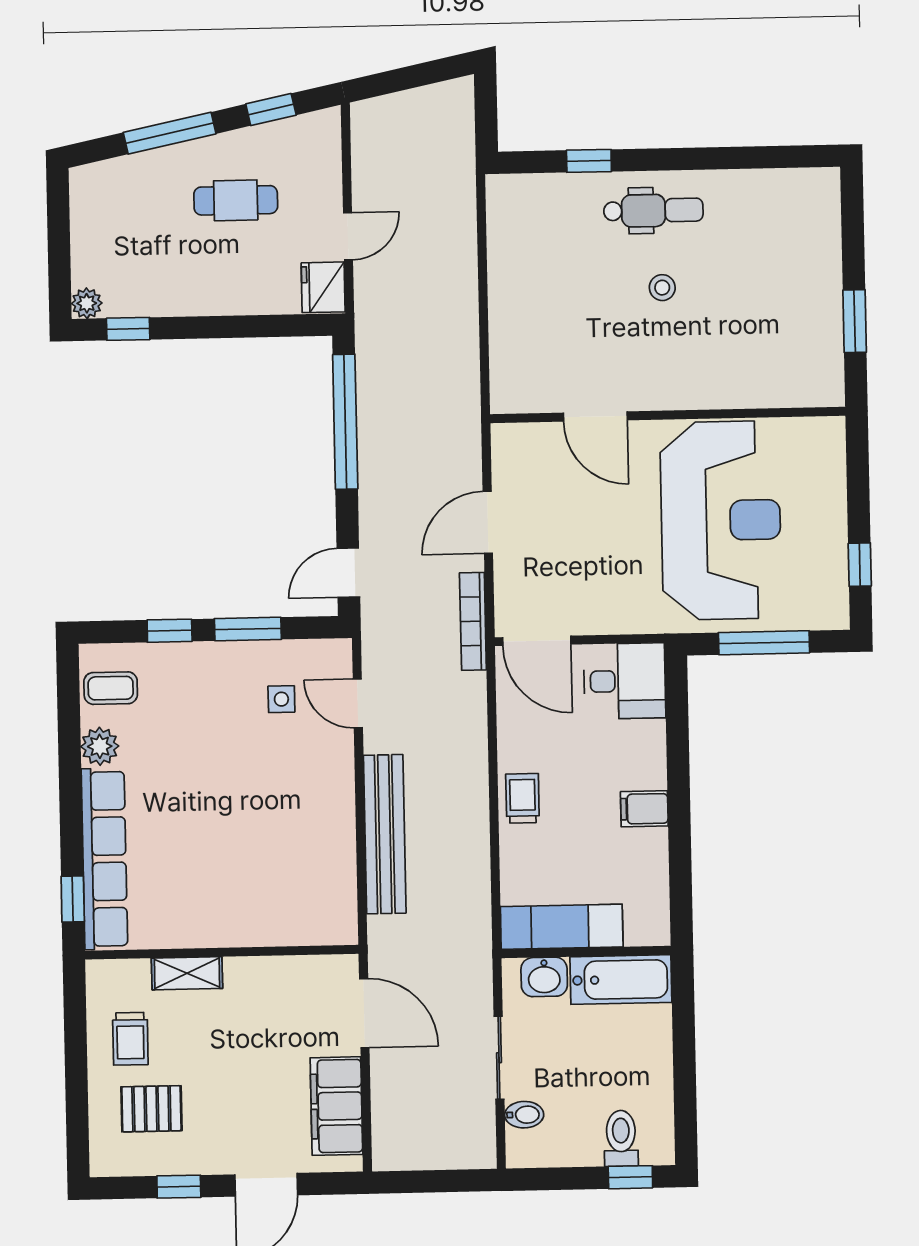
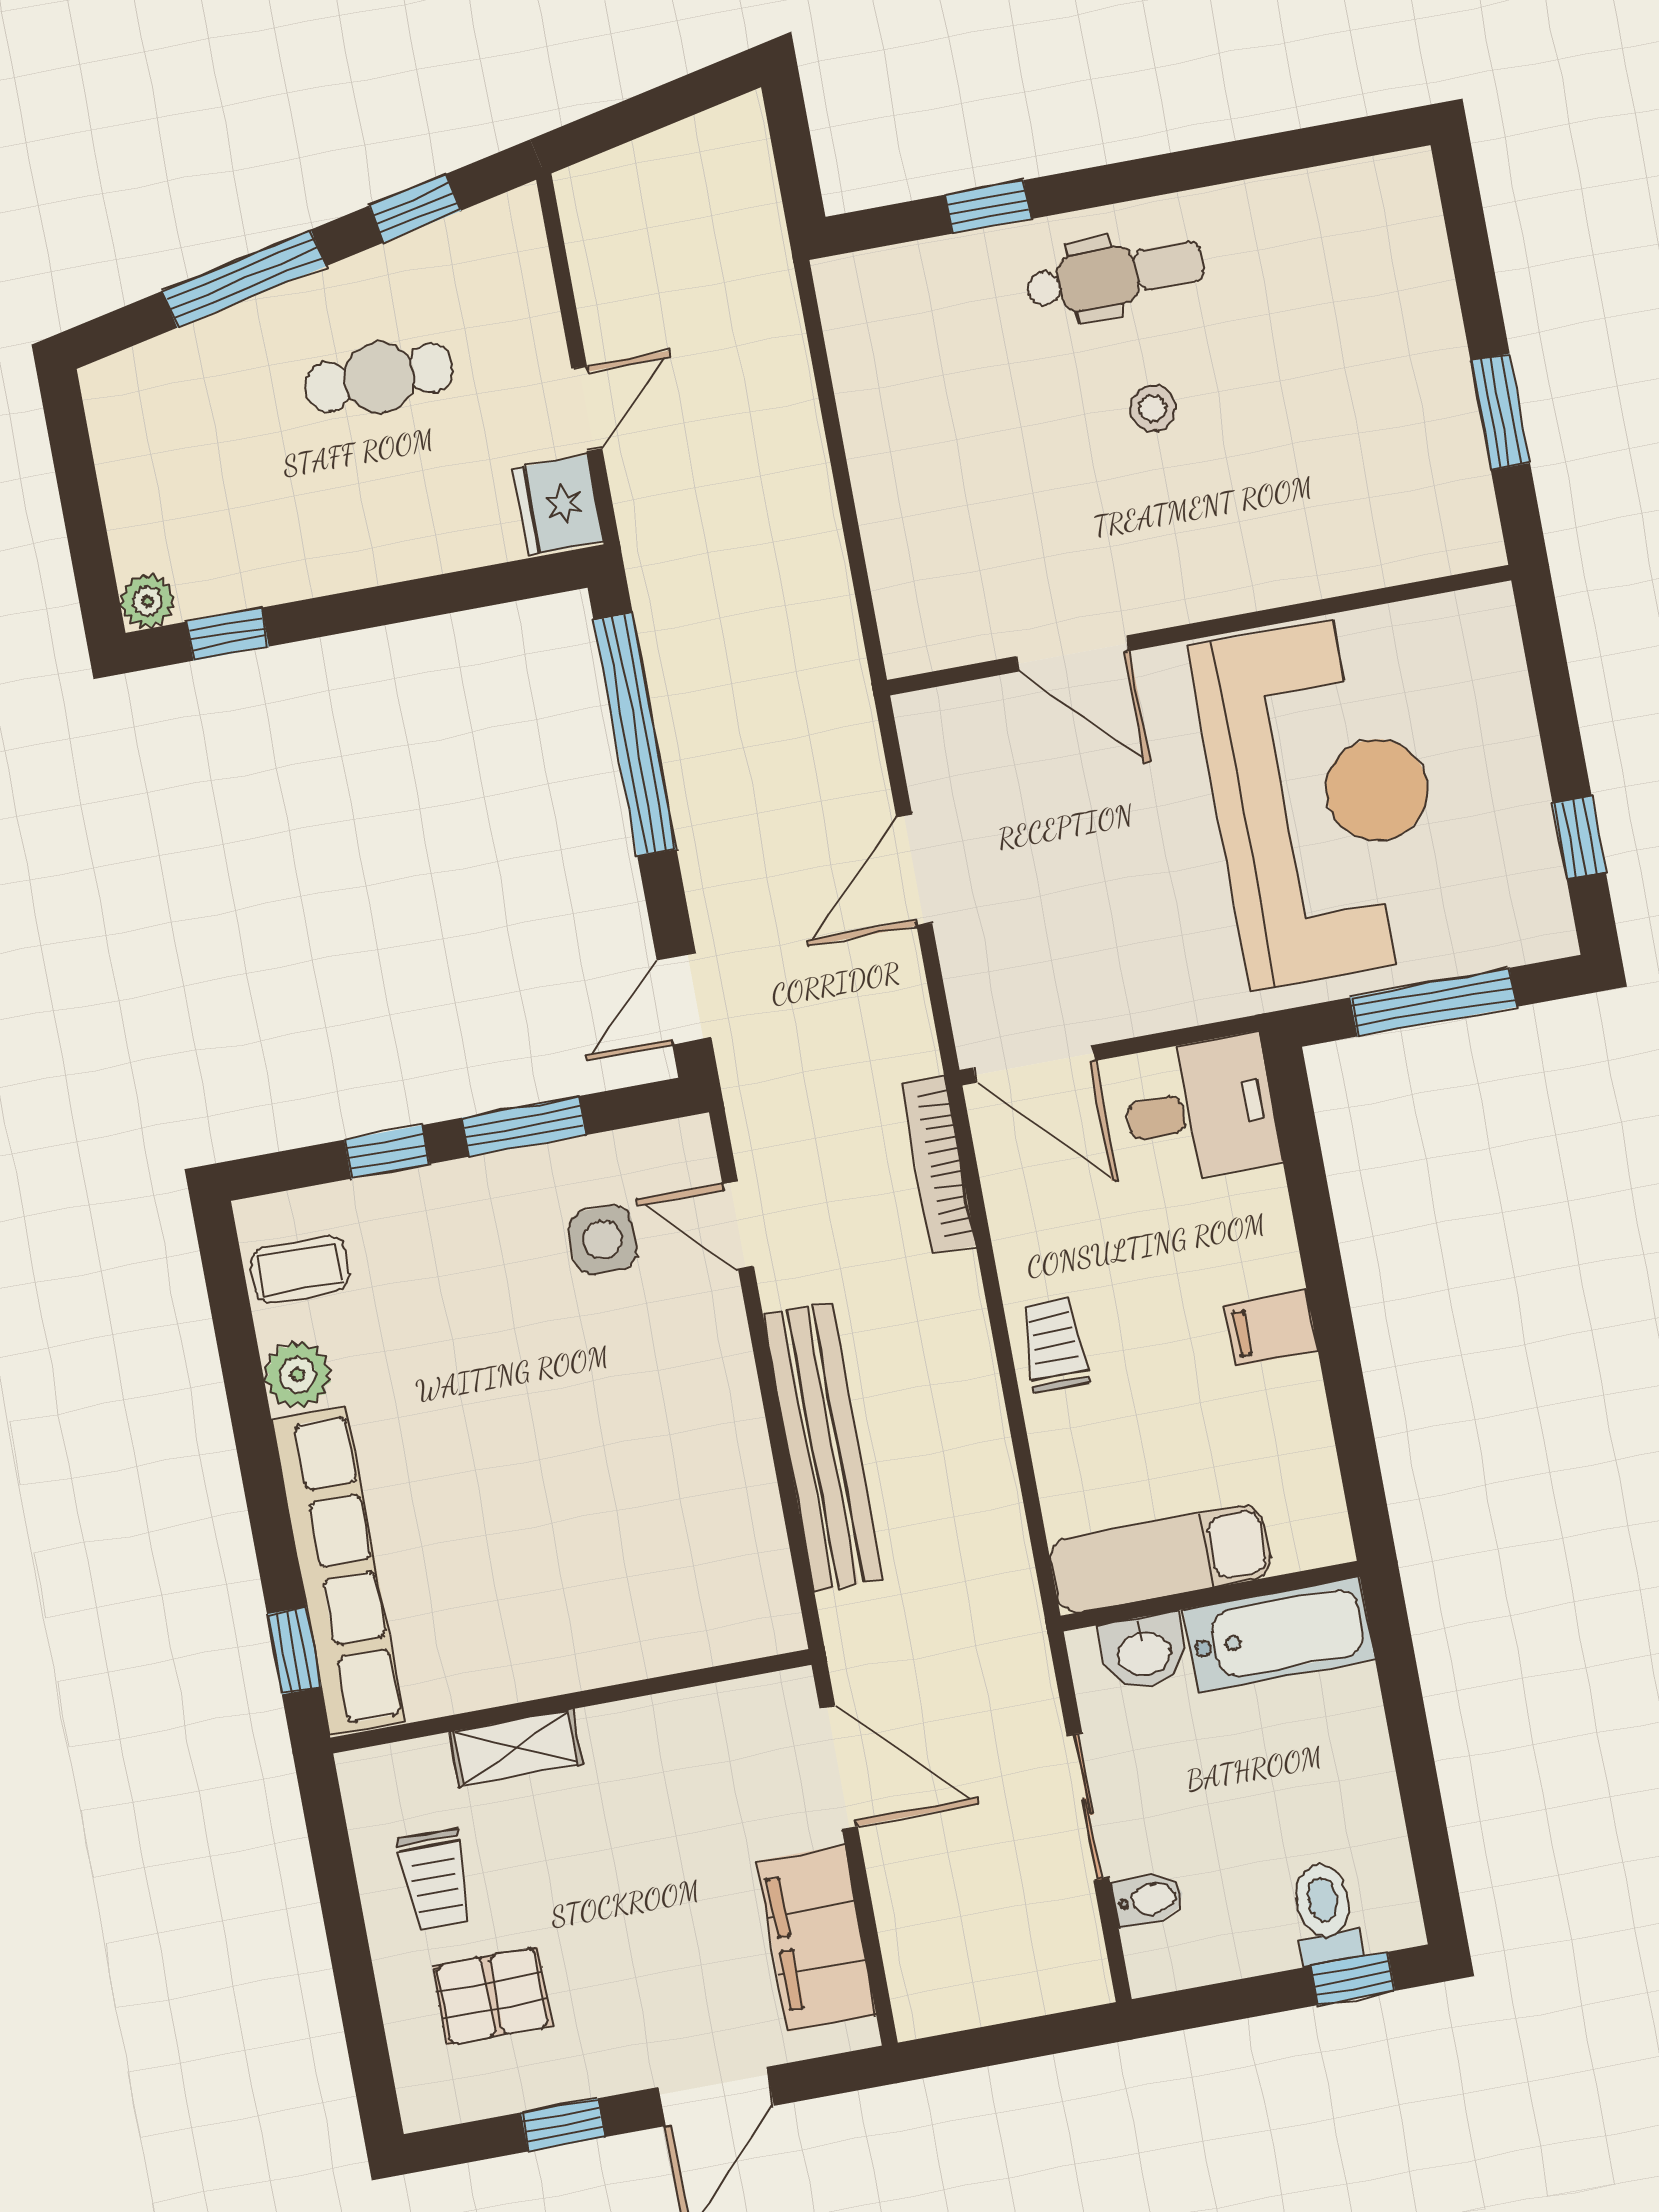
bookcase: (473, 621) -> (938, 1165), moved
side table: (281, 699) -> (603, 1240), width x1.37, depth x1.37

